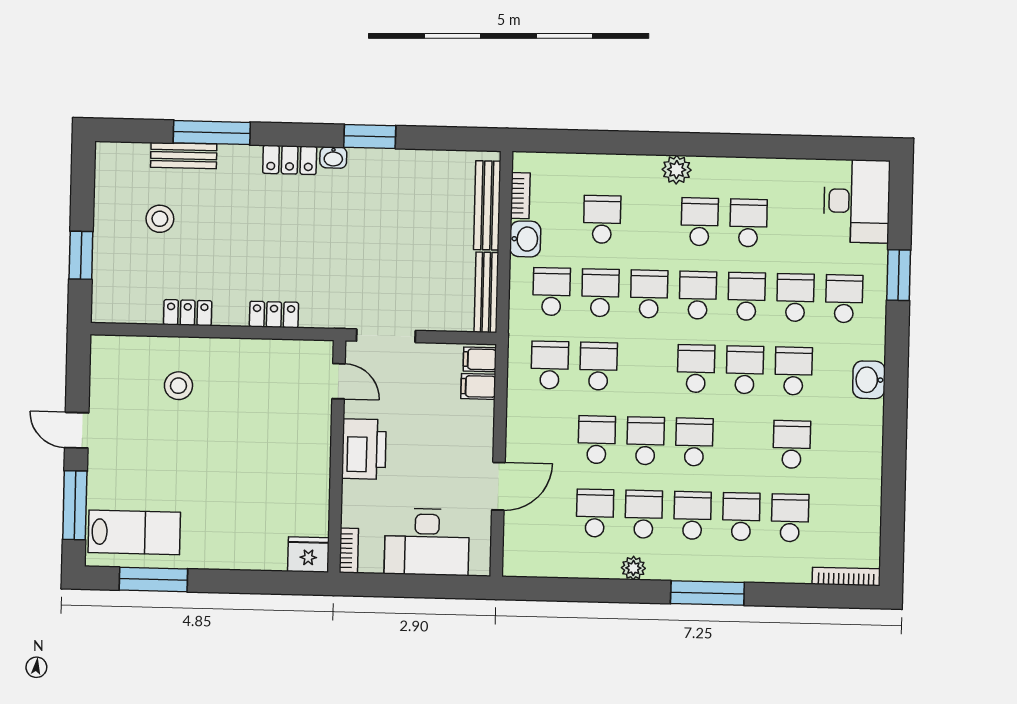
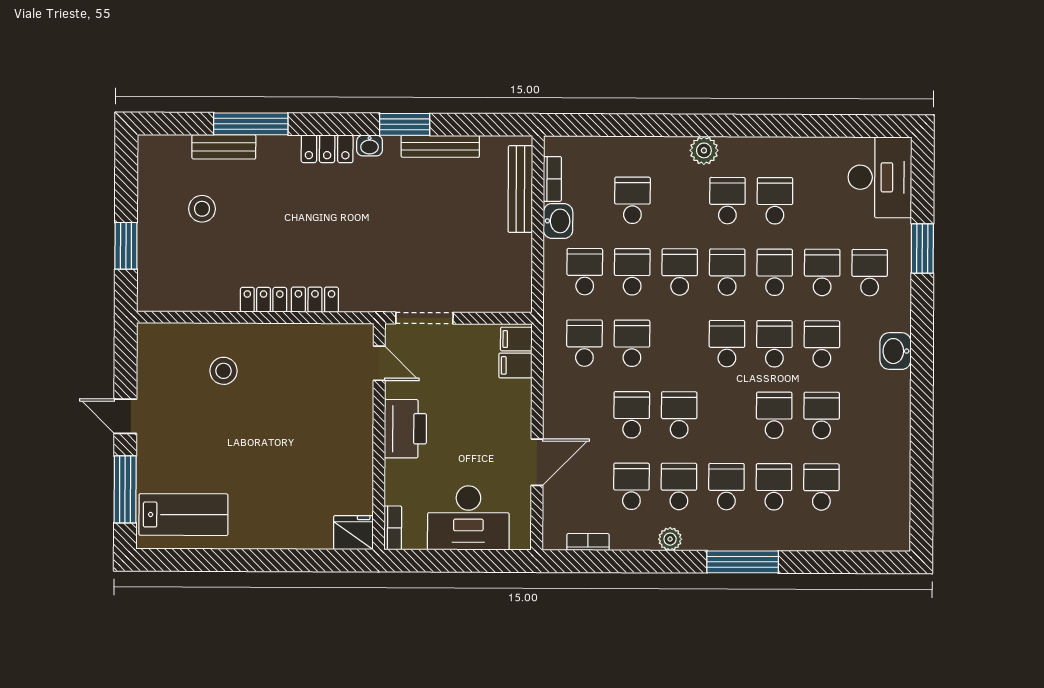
bench: (486, 292) -> (440, 146), moved, turned 90
locker: (188, 313) -> (264, 300), moved
school desk: (694, 442) -> (774, 415), moved
bookcase: (846, 577) -> (588, 542), moved, width x0.64
window: (153, 579) -> (203, 560), removed

